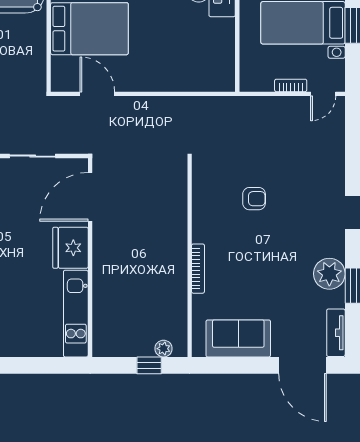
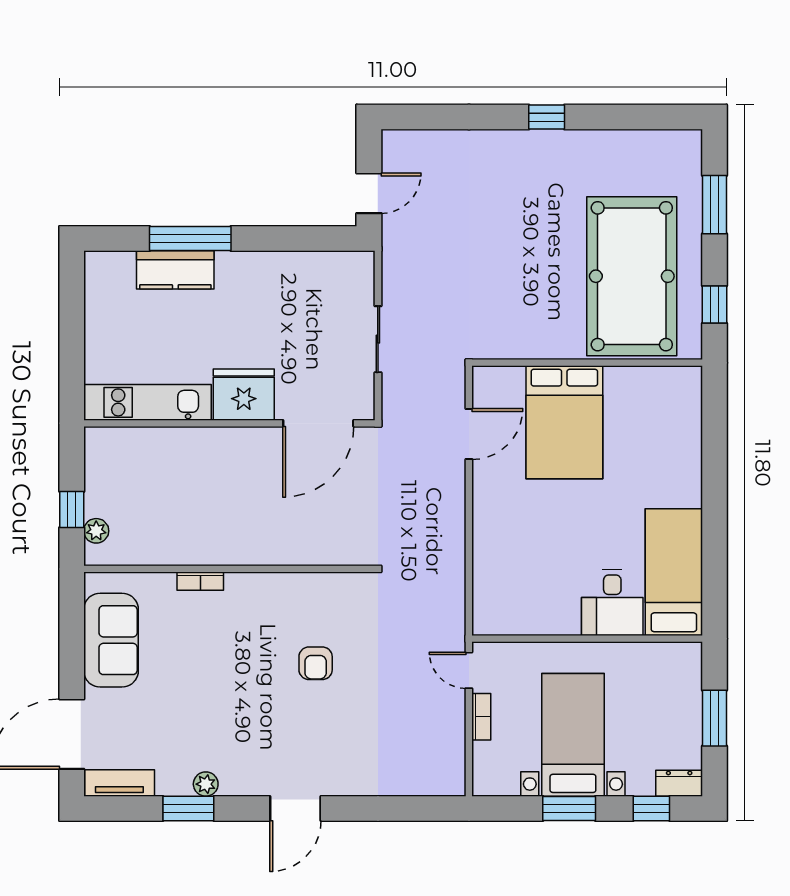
door: (323, 94) -> (469, 670), moved
door: (90, 197) -> (318, 423), swing flipped
bookcase: (198, 269) -> (200, 581), width x0.64
plant: (329, 274) -> (206, 784), width x0.53, depth x0.53

